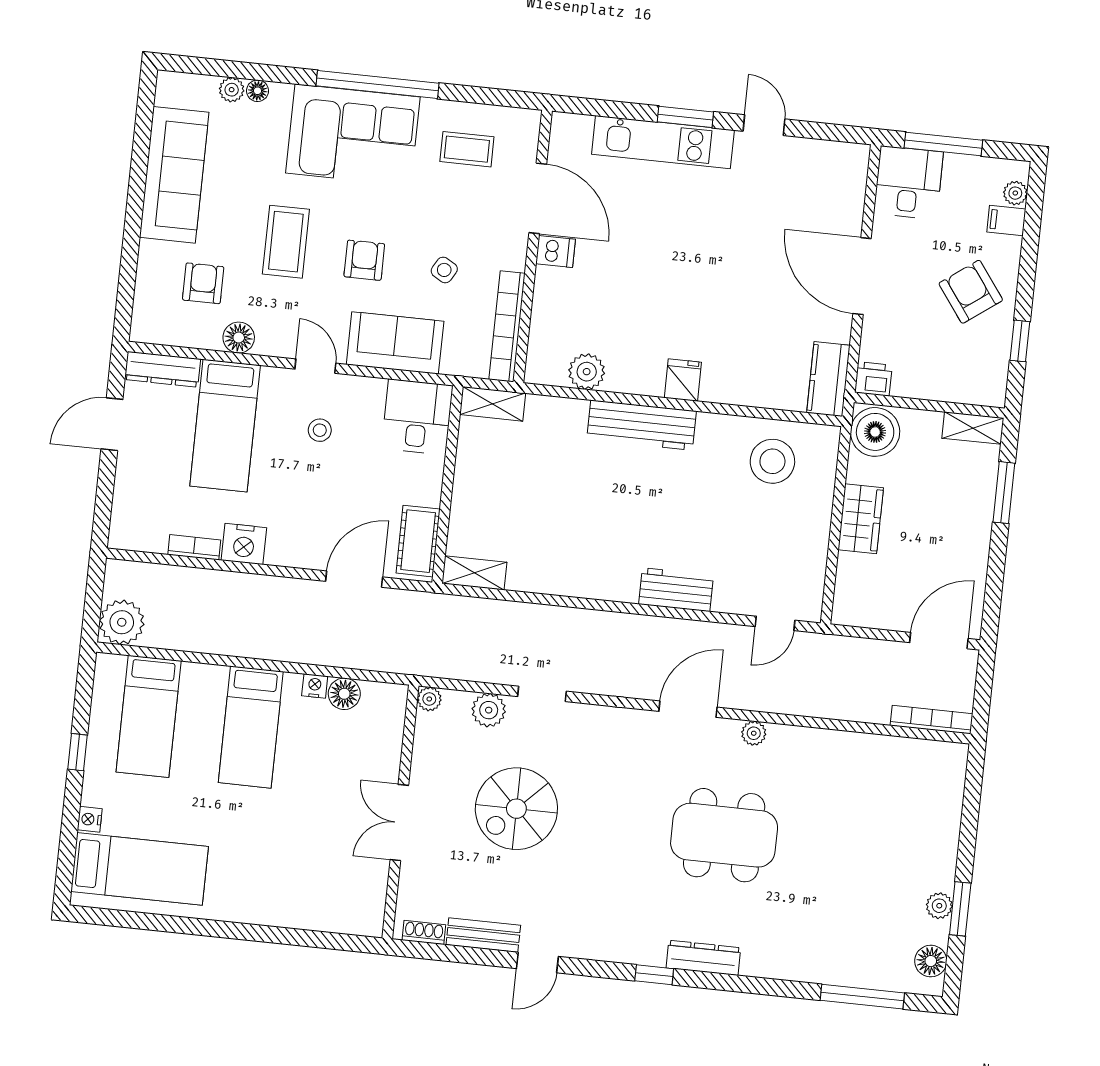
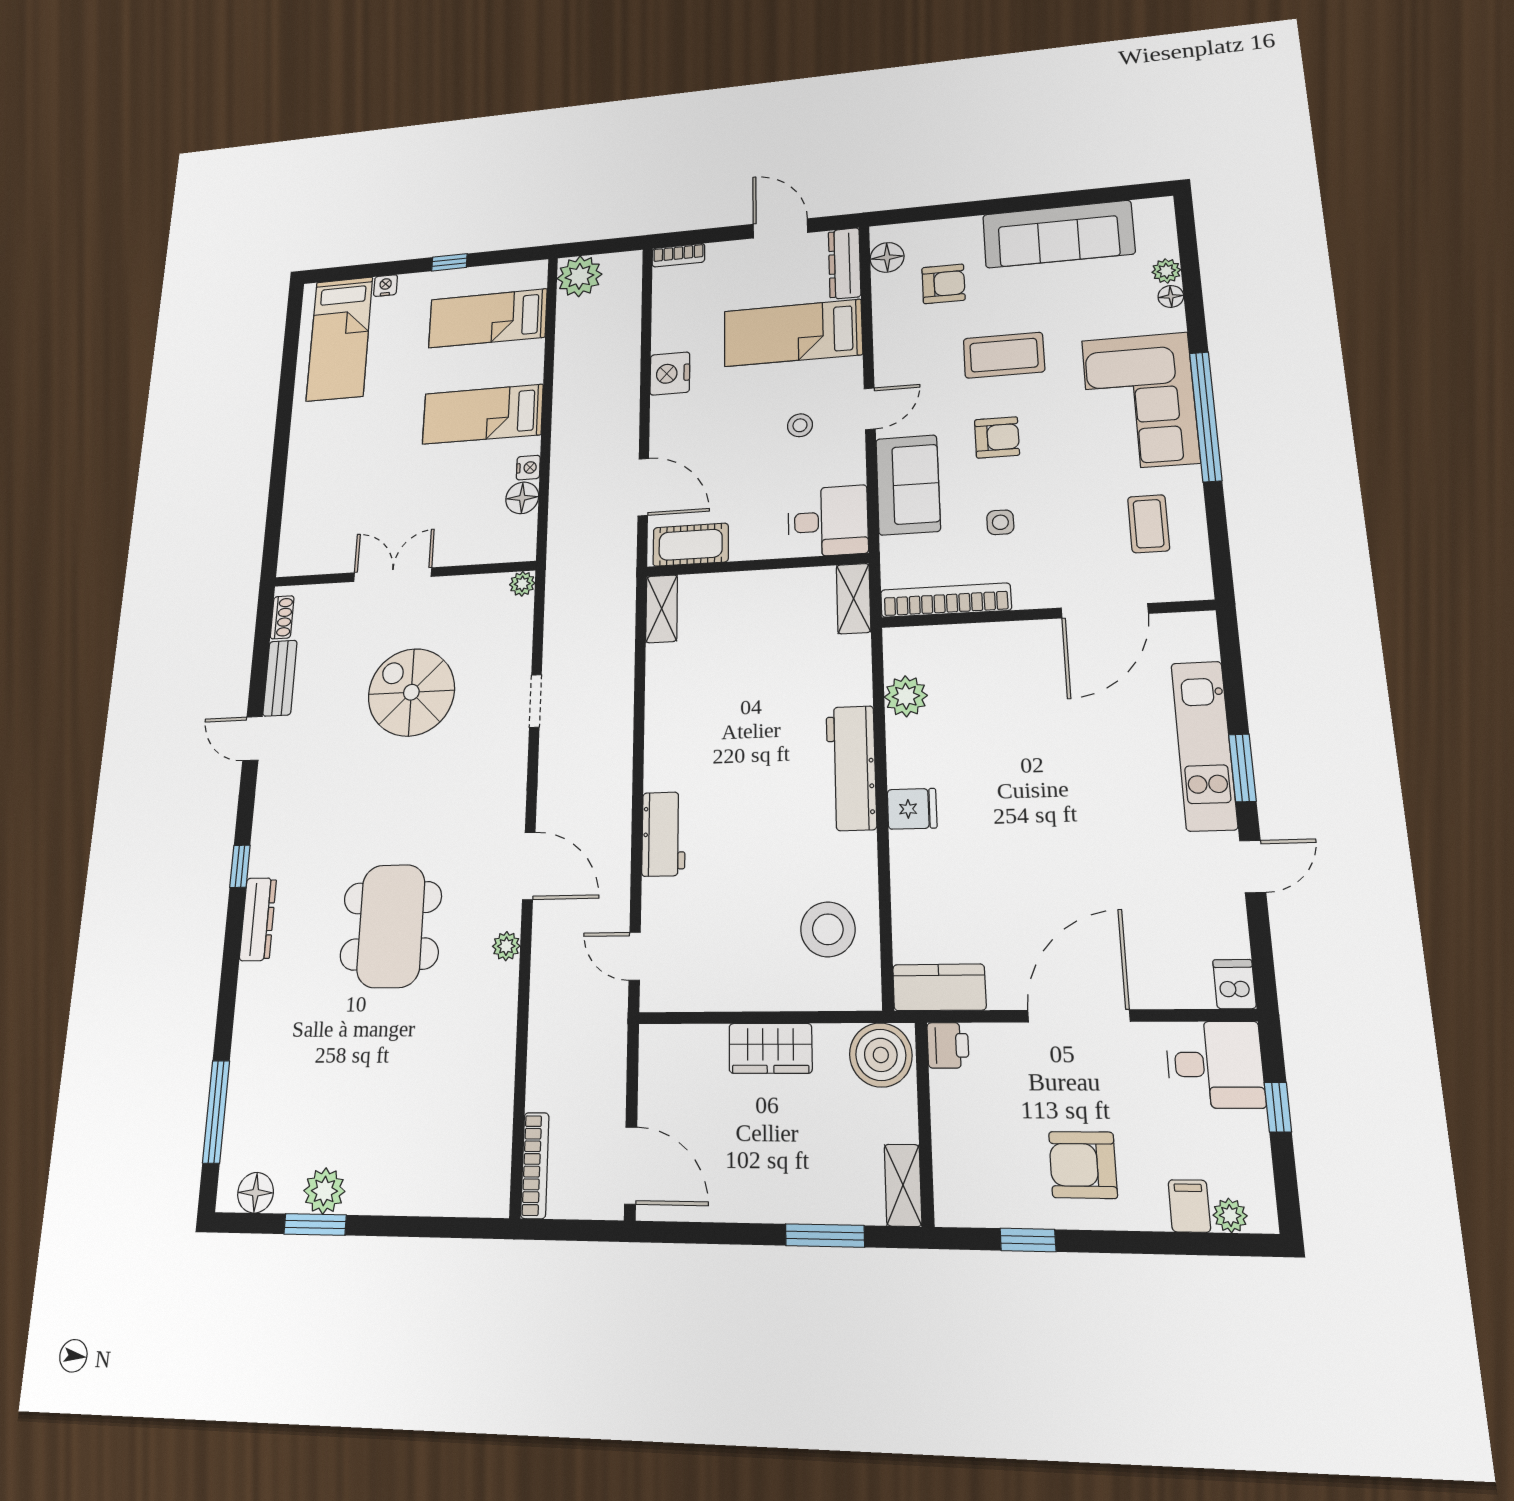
window: (943, 144) -> (1278, 1107), width x0.46
dishwasher: (556, 251) -> (1234, 984), moved, turned 180
side table: (444, 270) -> (1000, 522), turned -30
armchair: (971, 292) -> (1083, 1165), turned -144
floor lamp: (239, 338) -> (887, 257), moved
bookcase: (194, 547) -> (678, 255), moved, turned 90
plant: (489, 710) -> (514, 647), removed
plant: (939, 906) -> (324, 1191), width x1.38, depth x1.38

